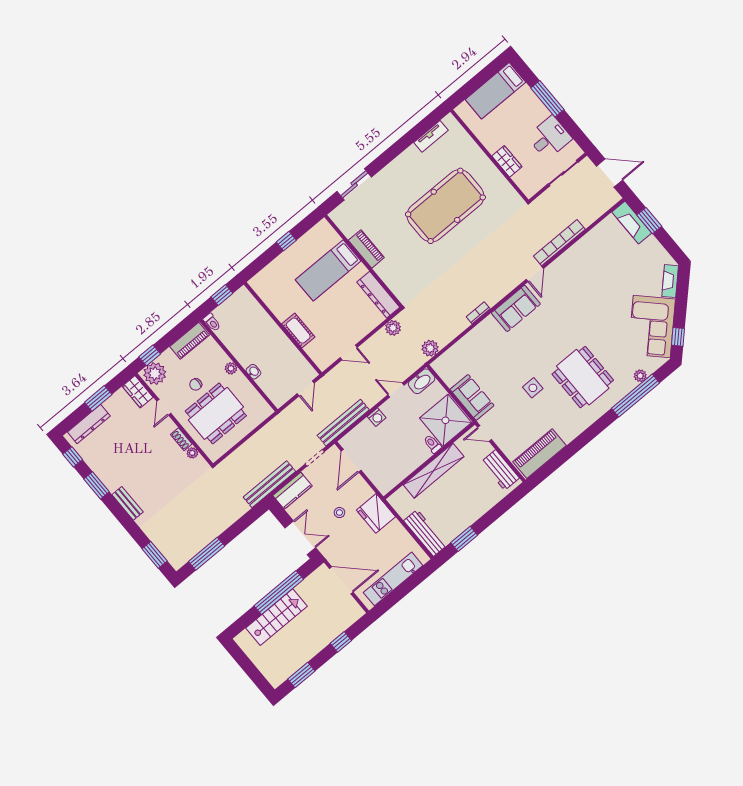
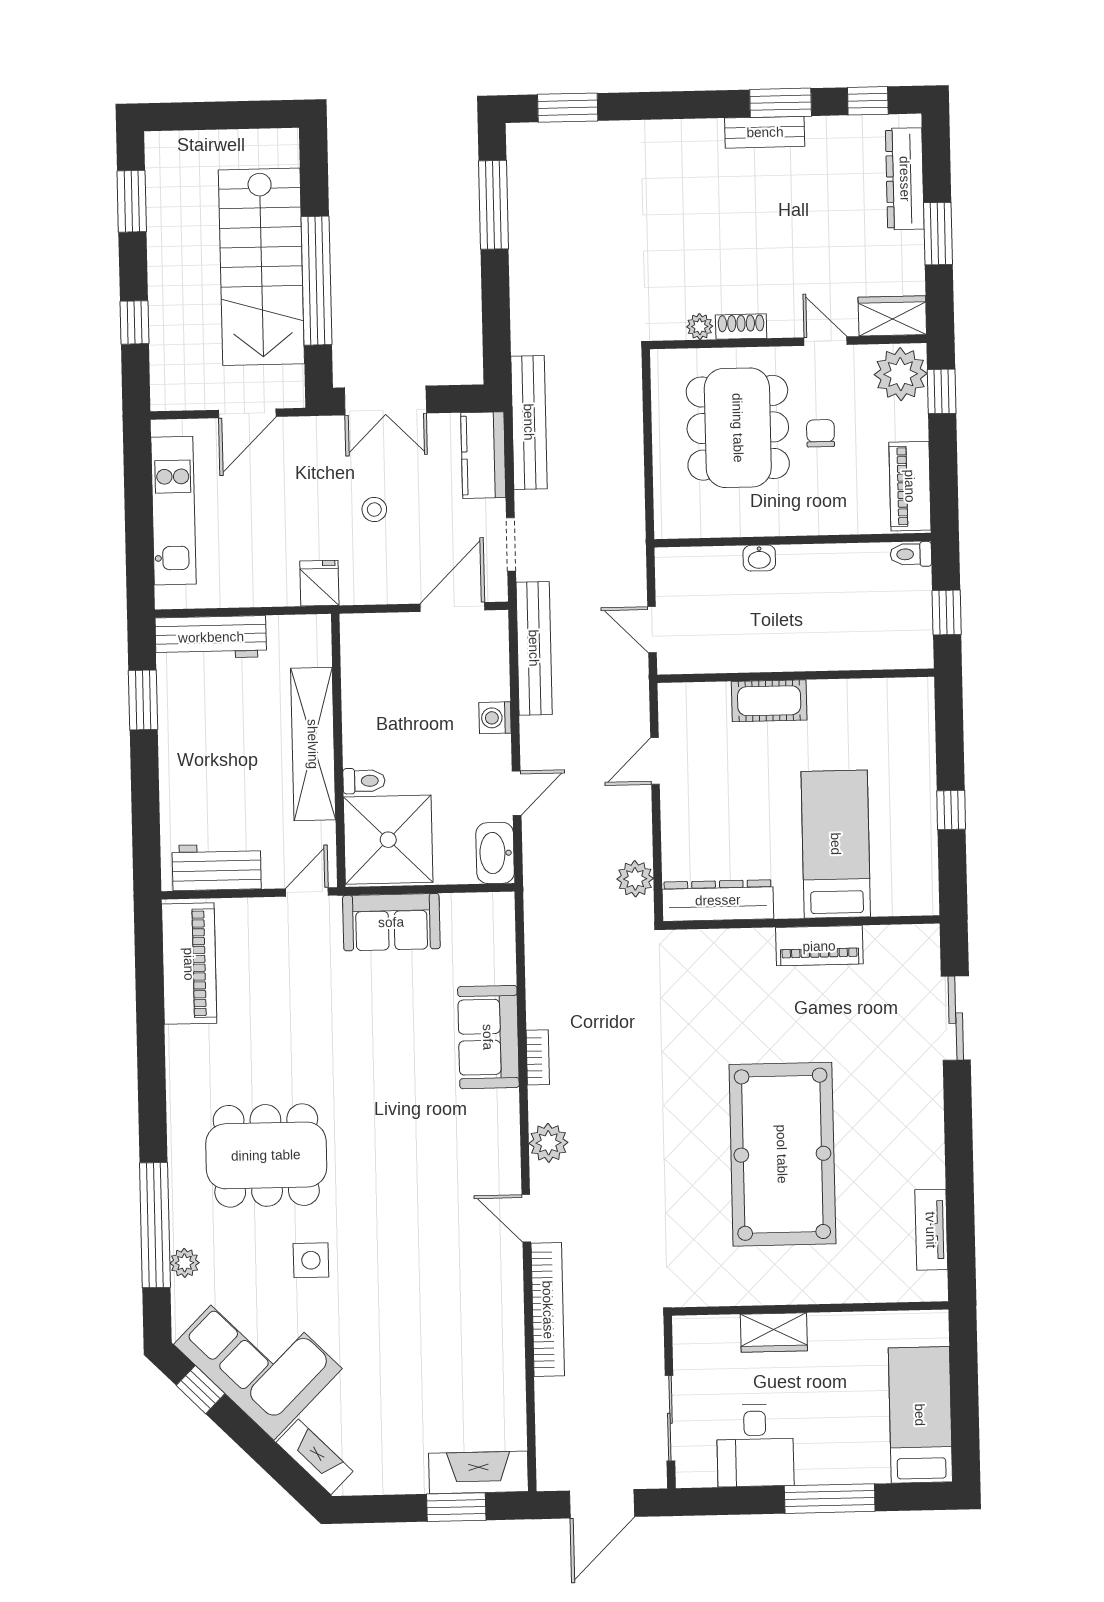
sofa: (516, 308) -> (488, 1037), moved
plant: (430, 348) -> (548, 1143), moved
plant: (231, 368) -> (798, 522), removed
side table: (533, 388) -> (311, 1260), moved
door: (351, 461) -> (452, 607), hinge flipped
bench: (128, 503) -> (765, 132), moved
fridge: (376, 513) -> (319, 583), width x0.53, depth x0.75
door: (341, 580) -> (247, 413), width x0.73
stairs: (276, 617) -> (261, 267), width x1.36, depth x1.51

